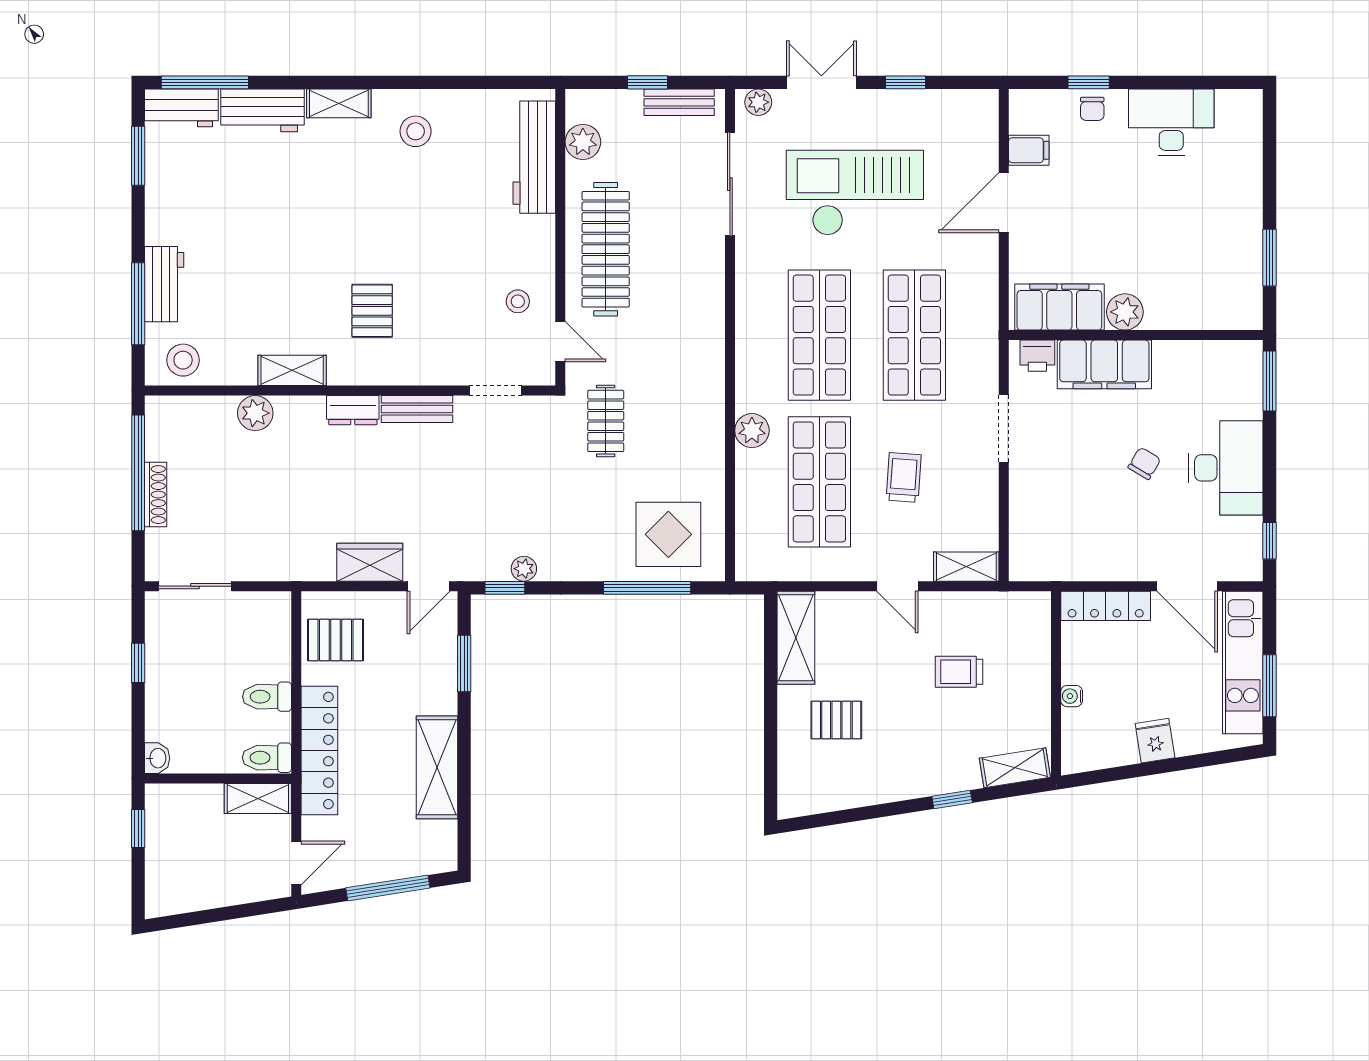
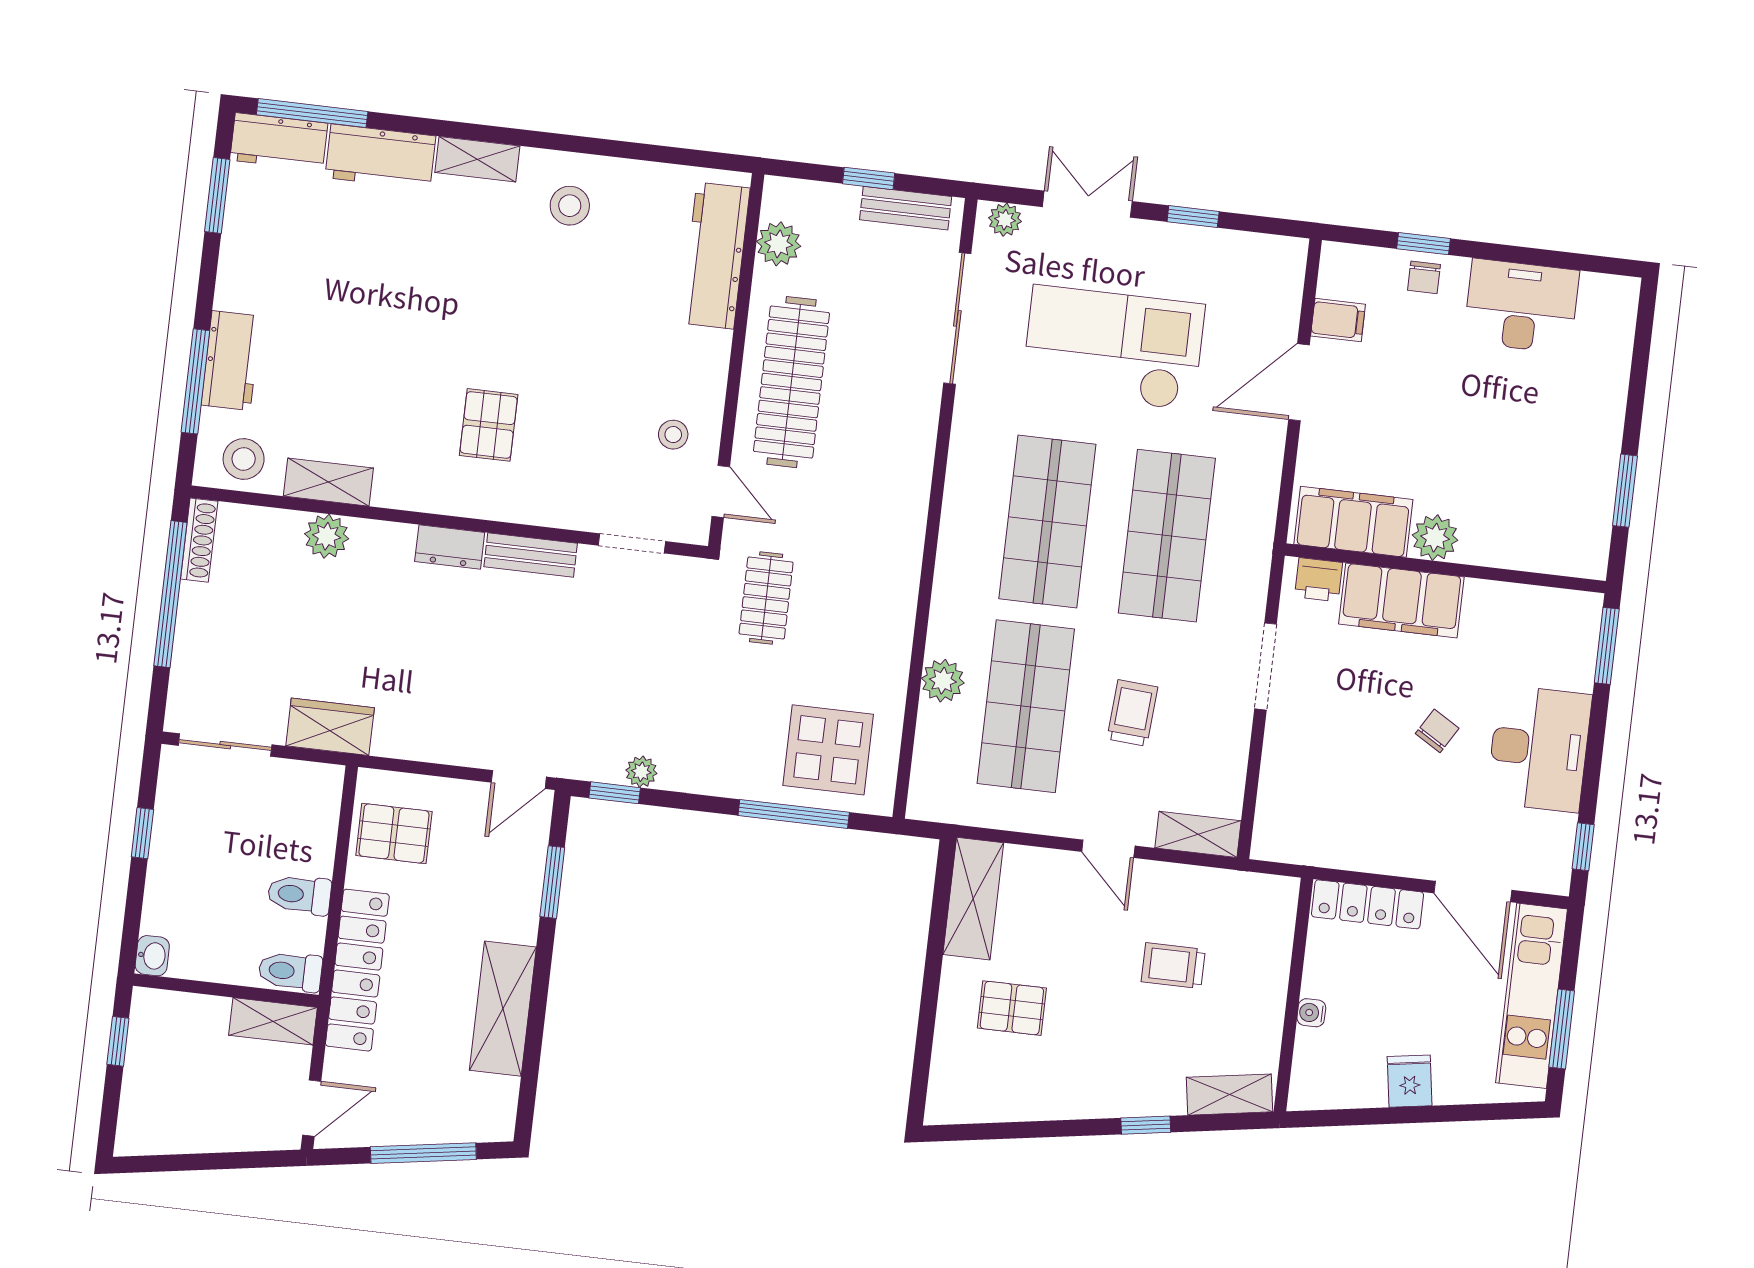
shelving: (292, 370) -> (328, 482), moved
plant: (752, 431) -> (943, 681), moved
shoe rack: (156, 495) -> (199, 540), moved
wardrobe: (370, 562) -> (330, 727), moved

